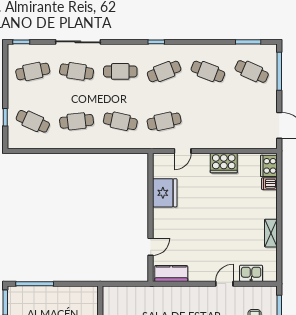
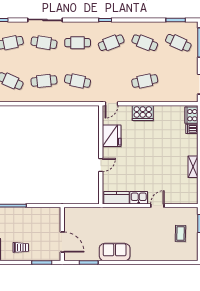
cafe table: (164, 121) -> (145, 81), moved
door: (183, 151) -> (111, 104), moved
cooker: (224, 163) -> (143, 113), moved
door: (151, 247) -> (101, 165), moved
kitchen sink: (251, 273) -> (139, 198), moved

